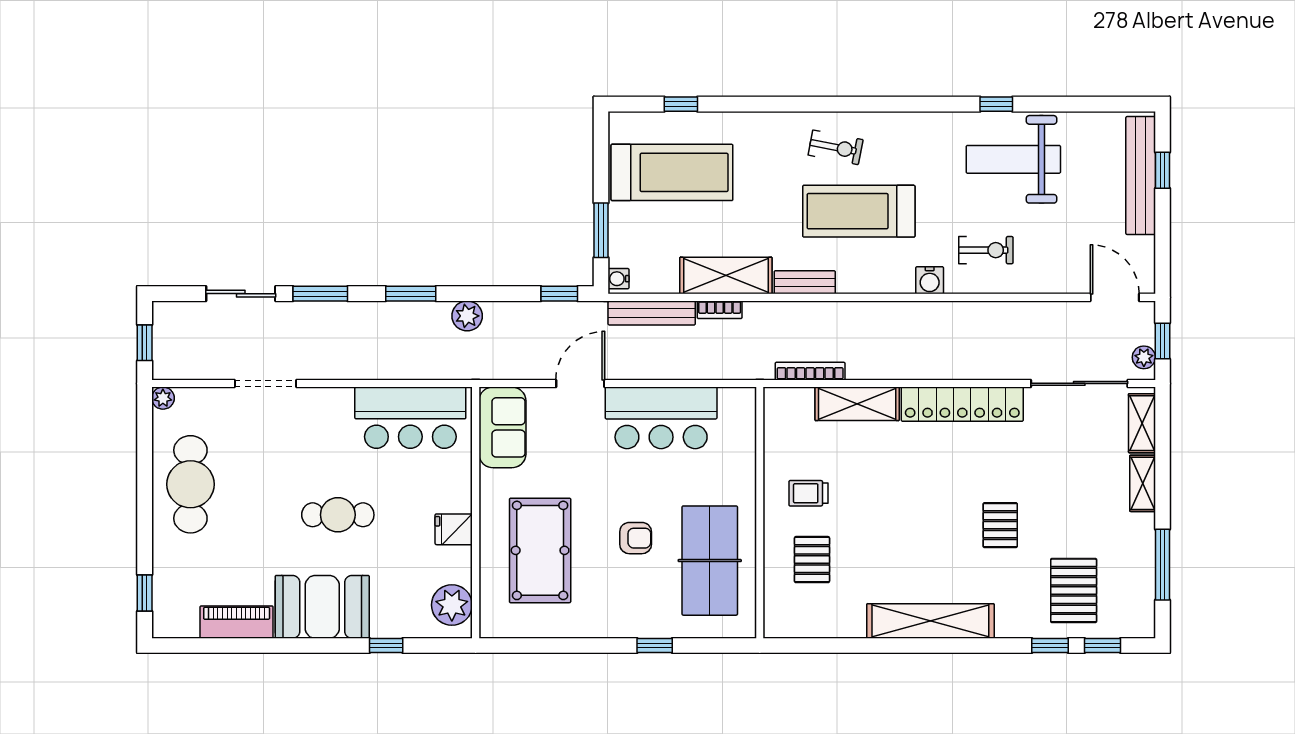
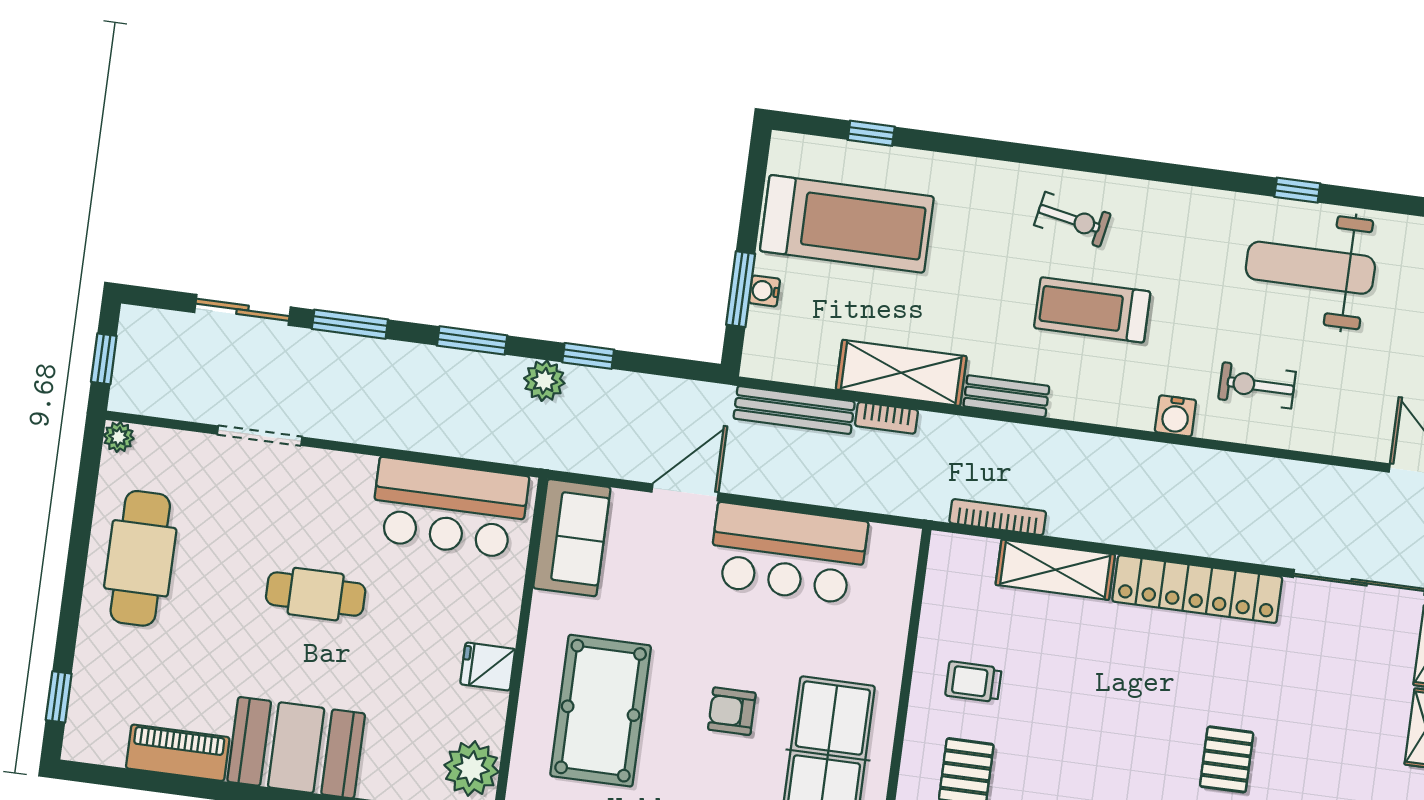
treadmill: (859, 211) -> (1092, 310), width x0.73, depth x0.73
exercise bike: (986, 250) -> (1257, 385), turned 180
water cooler: (618, 279) -> (764, 291), moved
window: (559, 294) -> (588, 356), moved
cafe table: (338, 515) -> (316, 594), moved
armchair: (636, 538) -> (732, 711), turned 180

